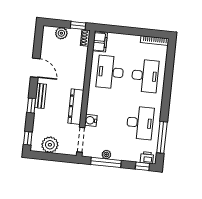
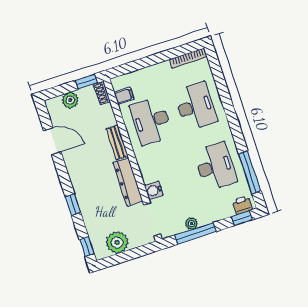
filing cabinet: (100, 42) -> (124, 96), width x0.50
door: (35, 68) -> (52, 141), moved
bench: (41, 96) -> (117, 142), moved

